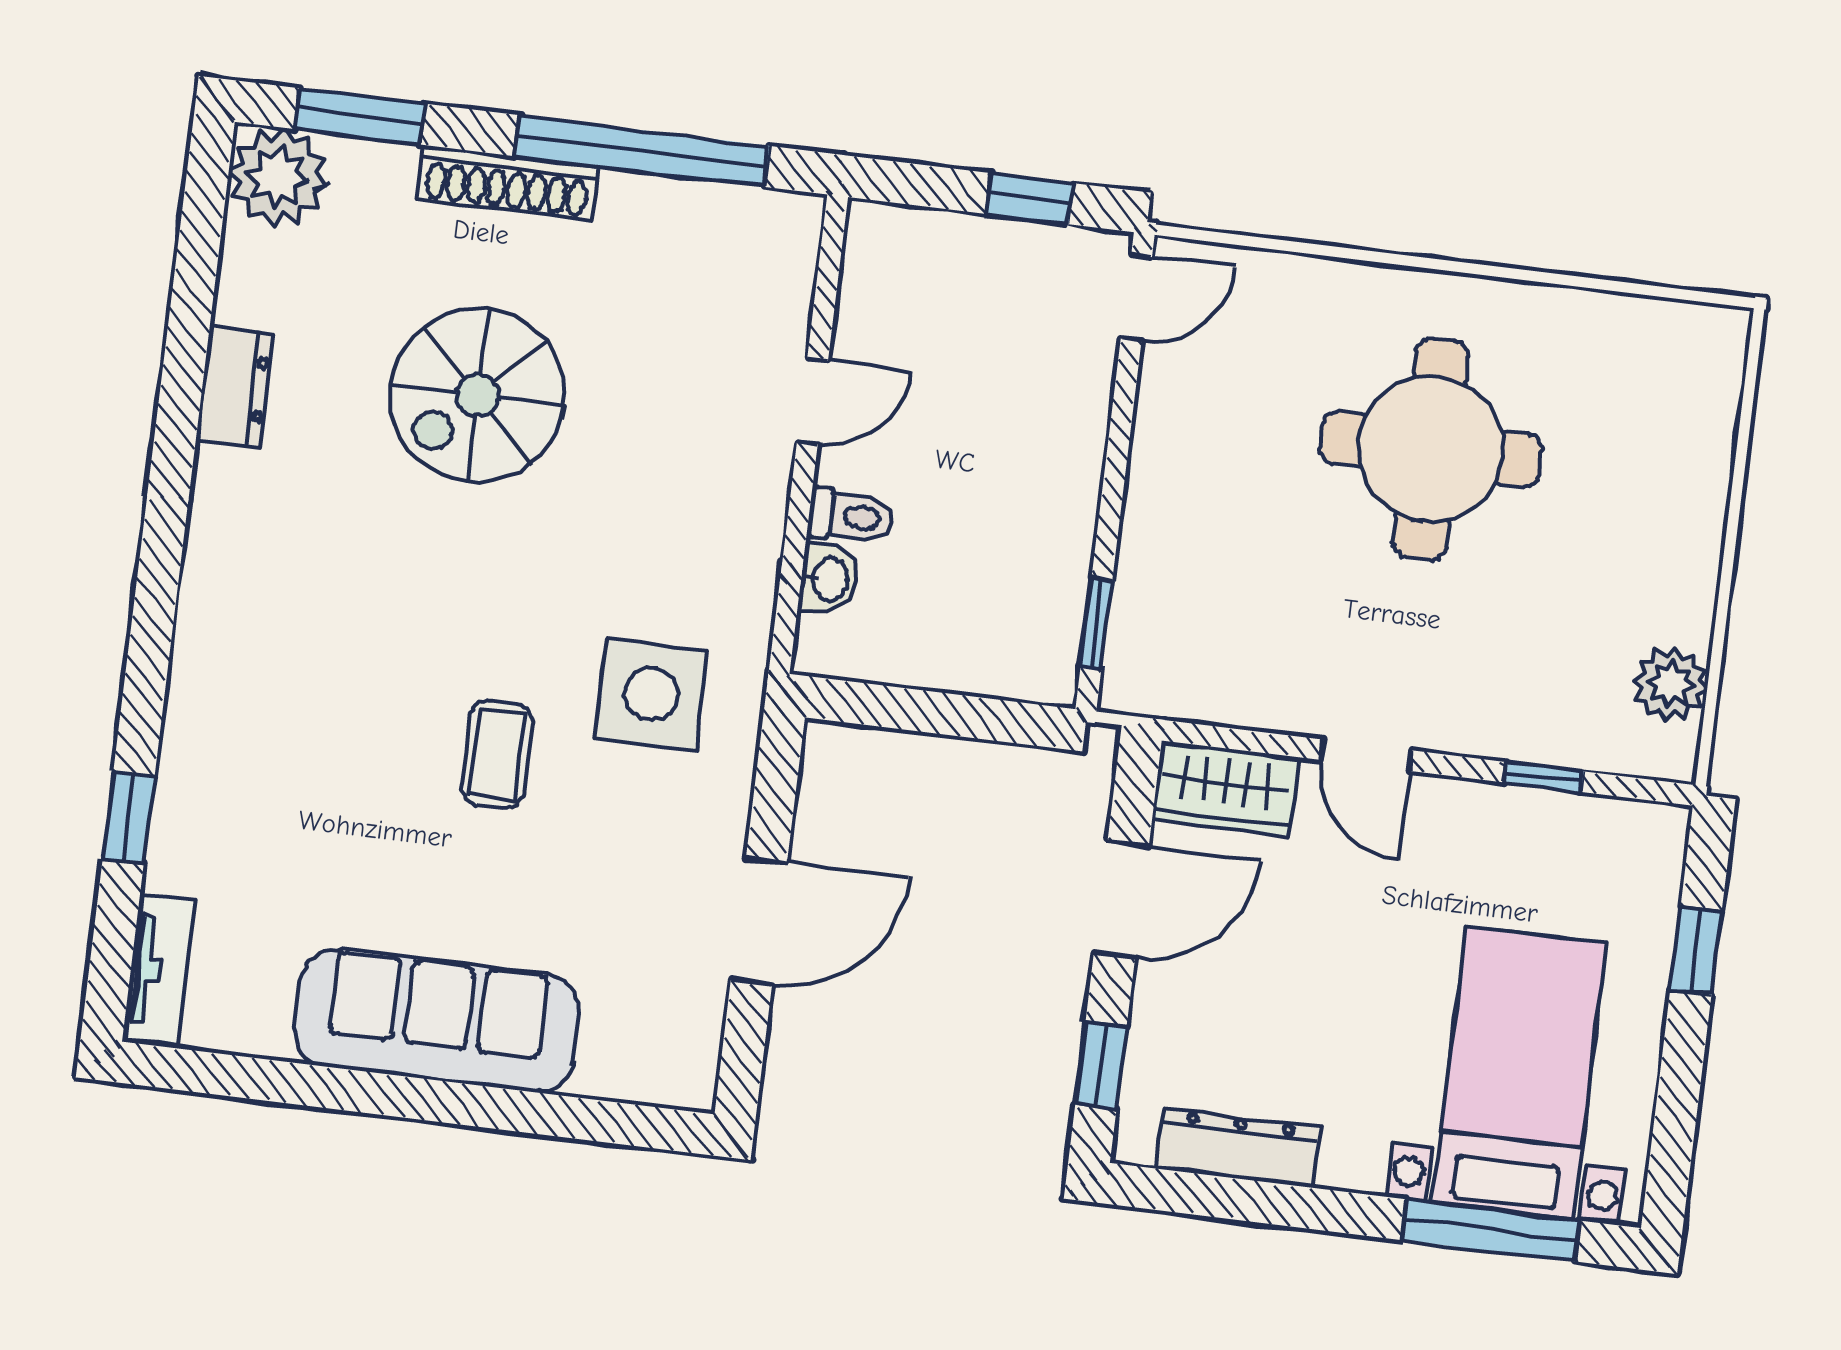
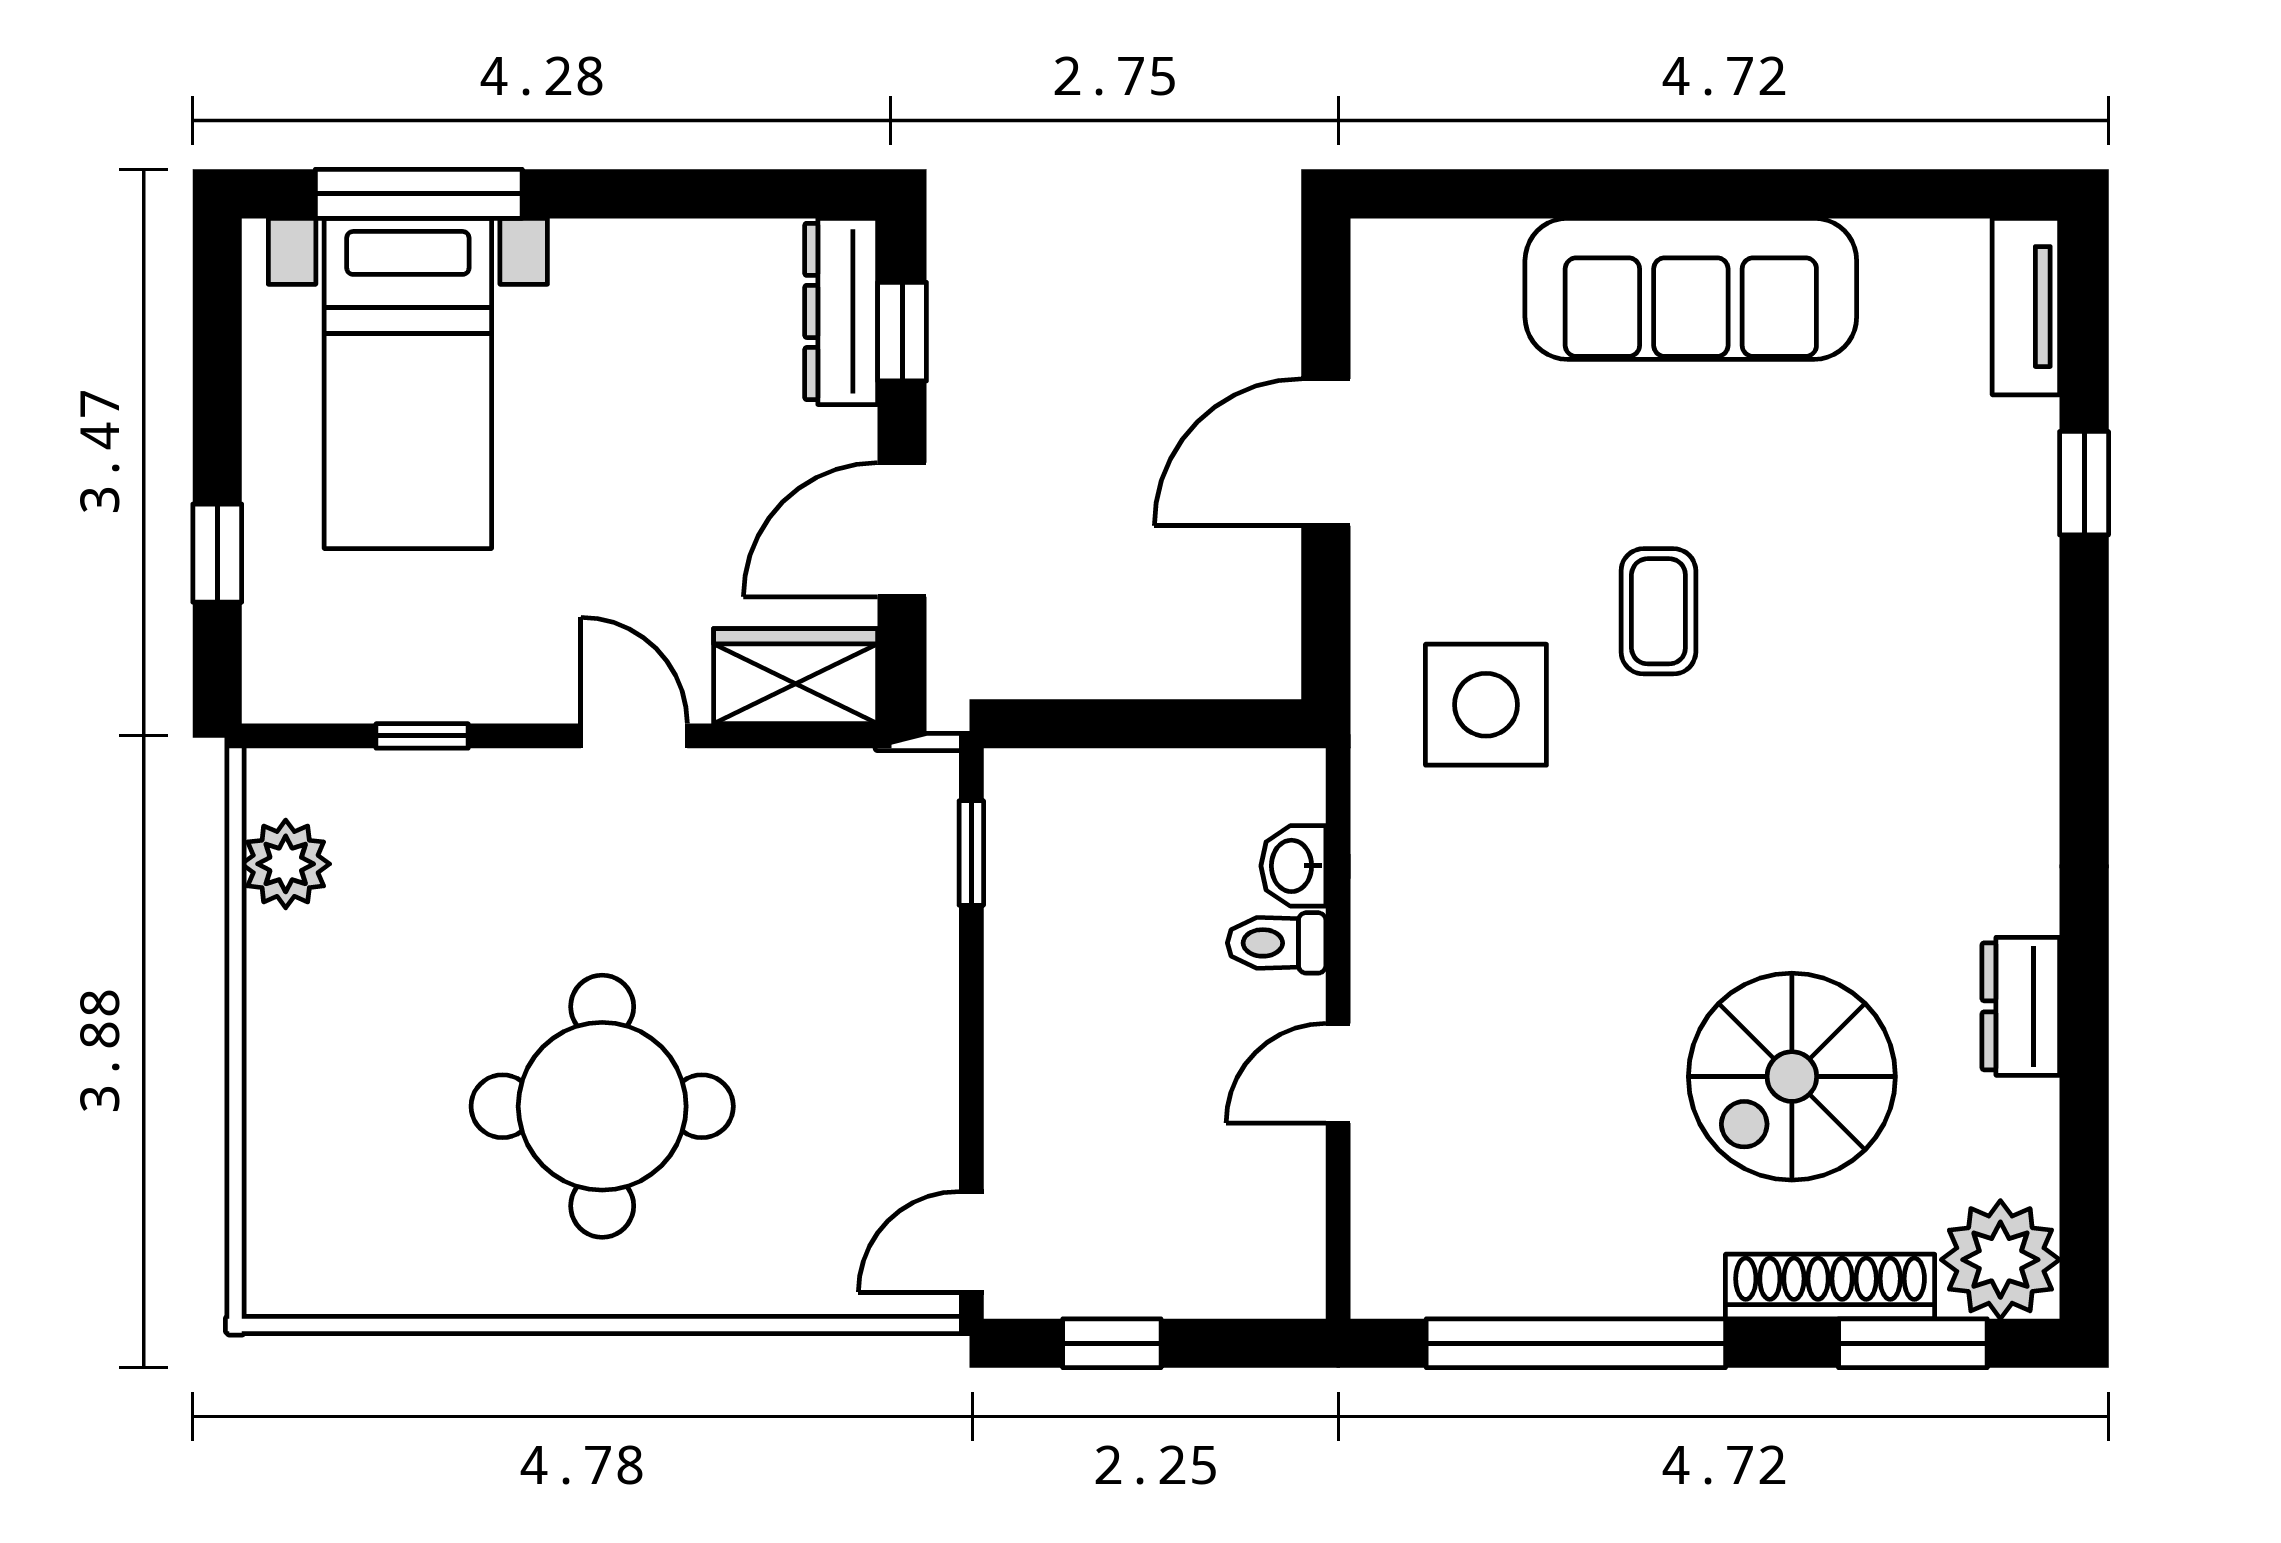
shoe rack: (507, 183) -> (1830, 1286), moved
spiral stairs: (477, 395) -> (1792, 1077), moved, turned 180
dresser: (1238, 1148) -> (841, 311), moved, turned 90

